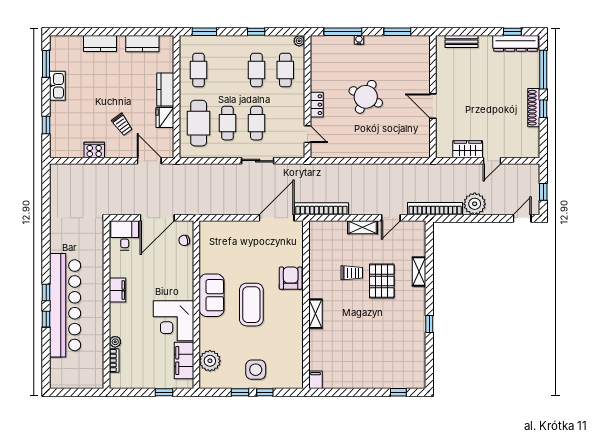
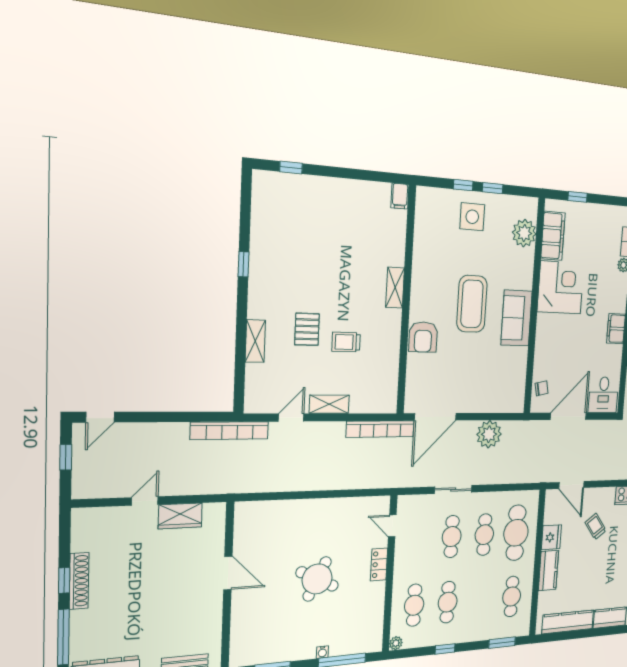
kitchen counter: (142, 44) -> (568, 622), width x1.50
plant: (475, 204) -> (489, 434), moved
pallet: (382, 281) -> (307, 329), width x0.67, depth x0.71

